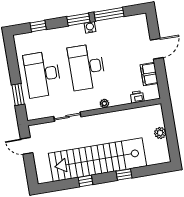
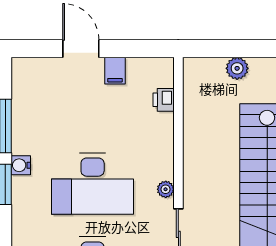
filing cabinet: (149, 74) -> (115, 71), width x0.50
plant: (104, 103) -> (166, 189), moved

